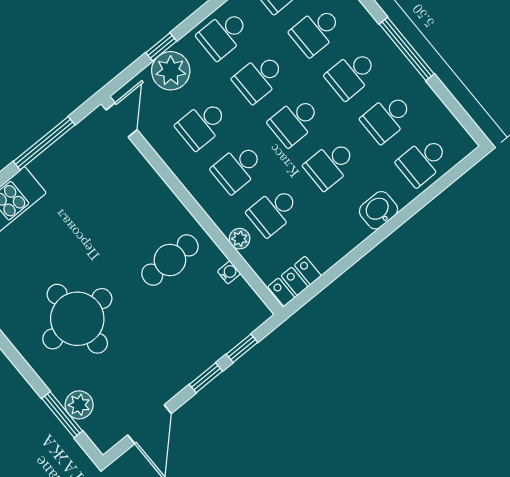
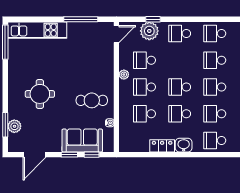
school desk: (259, 78) -> (180, 60), removed
plant: (240, 239) -> (124, 75), moved
locker: (295, 281) -> (162, 146), moved
round table: (77, 319) -> (40, 94), width x0.73, depth x0.73
sofa: (208, 338) -> (82, 141), added

